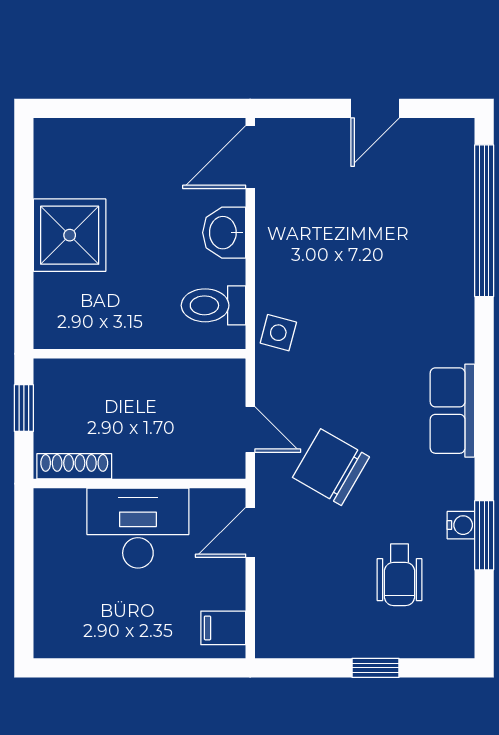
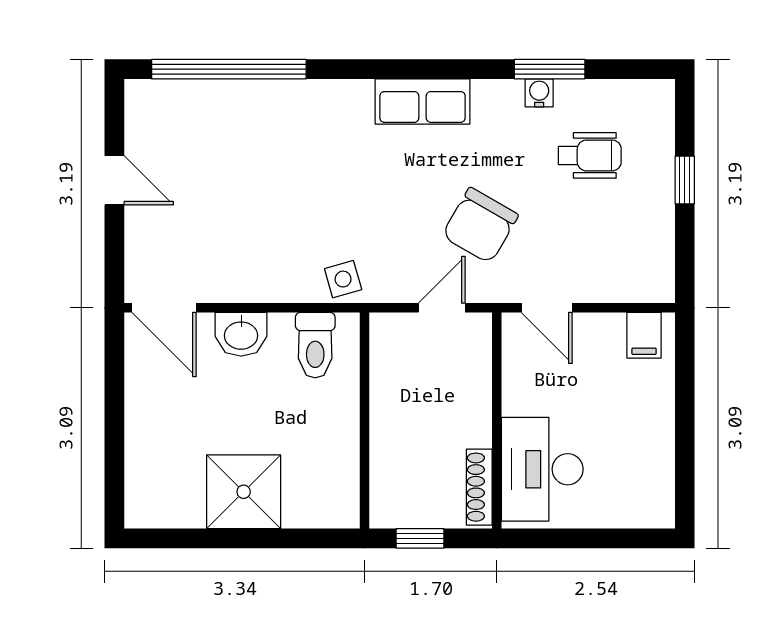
side table: (278, 333) -> (343, 279), turned -31
desk: (138, 528) -> (542, 469), moved

